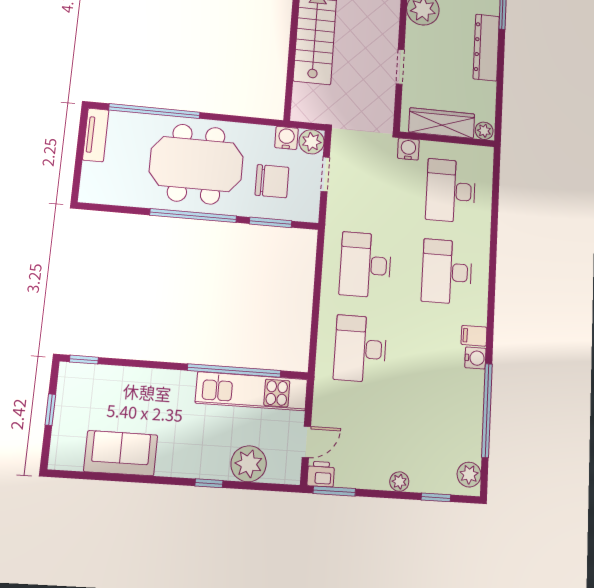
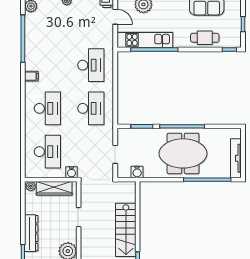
tv unit: (96, 135) -> (236, 158), width x1.41
plant: (312, 142) -> (124, 171), removed
chair: (272, 181) -> (143, 148), removed
water cooler: (475, 358) -> (30, 65), removed
cafe table: (131, 387) -> (205, 38), added
door: (306, 442) -> (115, 17), swing flipped

